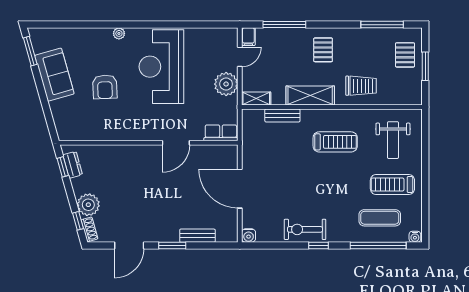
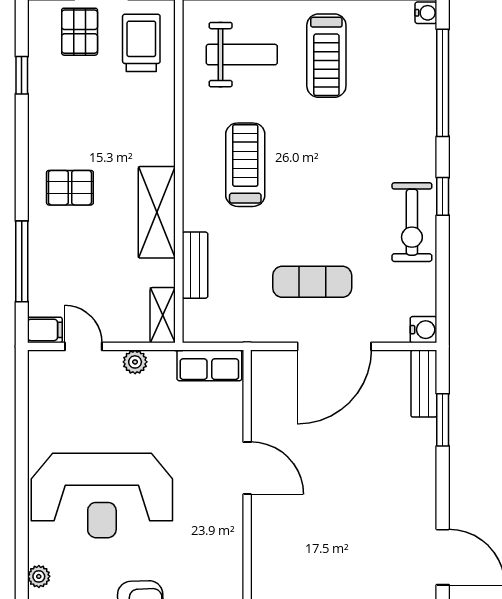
window: (382, 25) -> (22, 75), width x0.46
pallet: (405, 55) -> (80, 32), turned 90
plant: (226, 84) -> (135, 362), width x0.53, depth x0.53
trolley: (361, 86) -> (141, 43), moved
row of seats: (221, 133) -> (209, 365), moved, turned -90
exercise mat: (380, 218) -> (312, 282), moved, turned 90
bench: (197, 236) -> (424, 384), moved
window: (172, 246) -> (443, 420), moved

